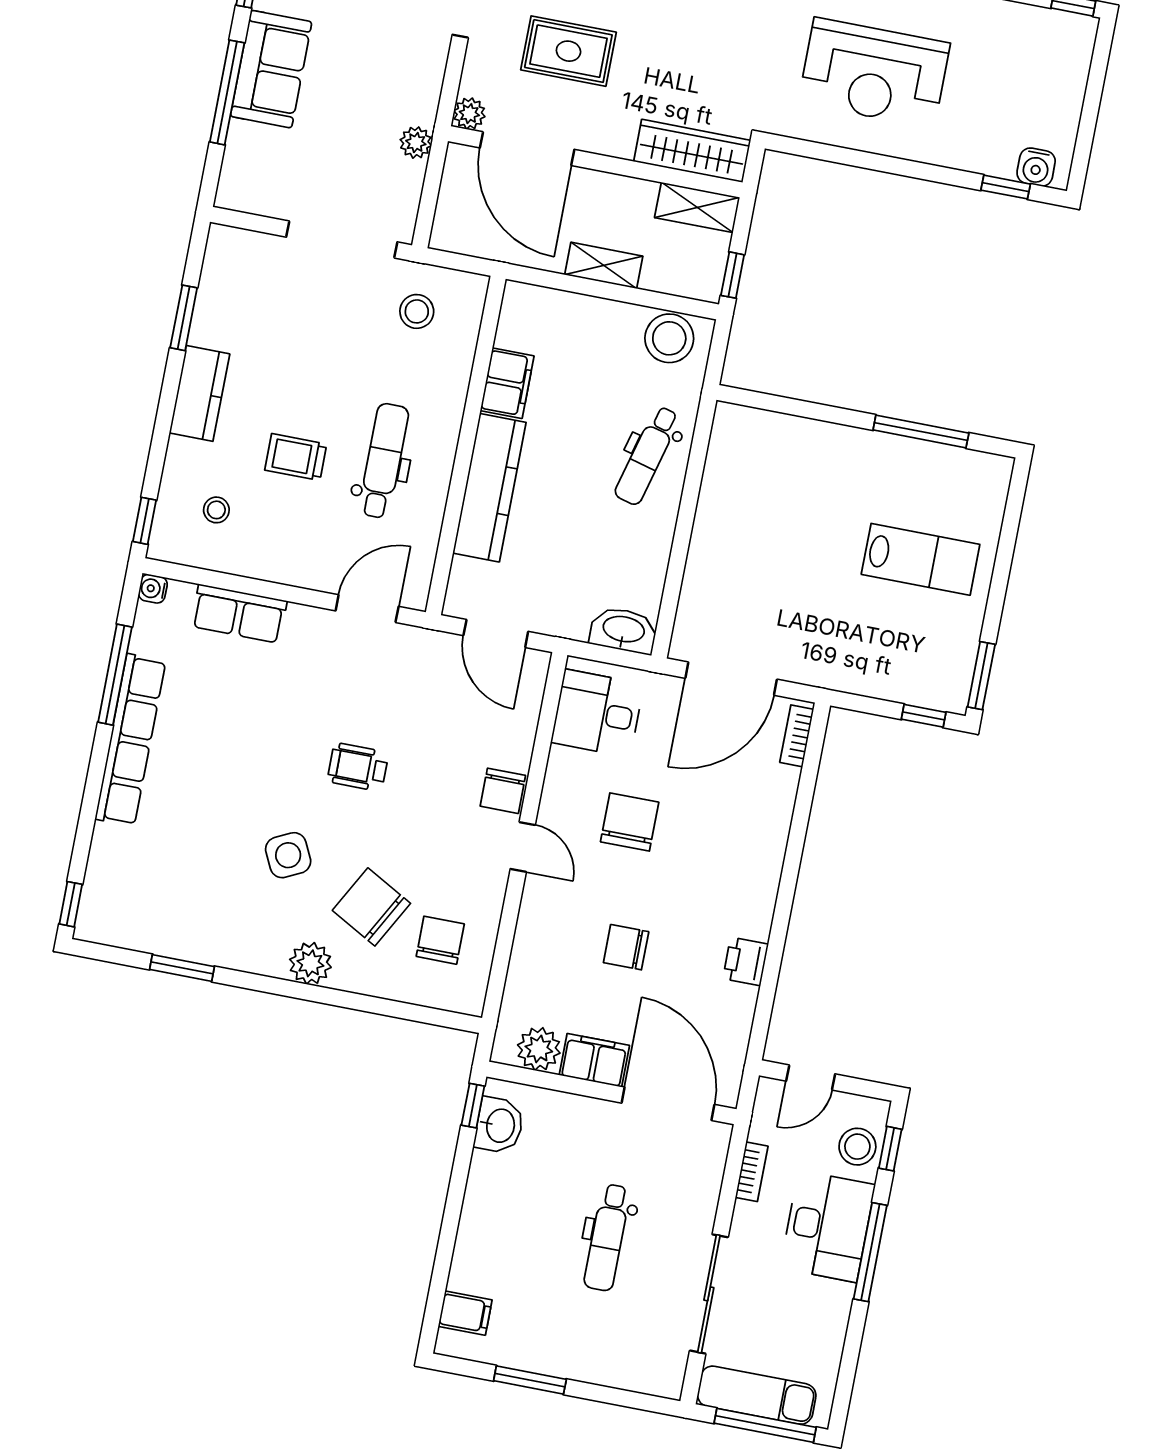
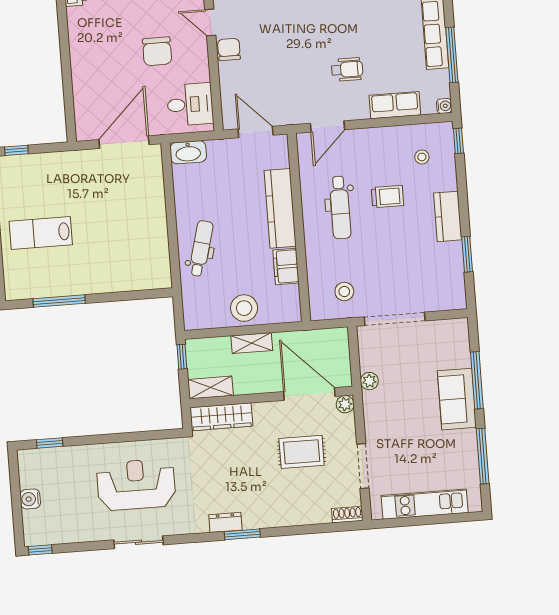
water cooler: (1036, 167) -> (30, 499), moved, turned -90
stool: (669, 338) -> (244, 308), moved
bookcase: (797, 736) -> (81, 121), removed
wheelchair: (358, 767) -> (347, 69), moved

